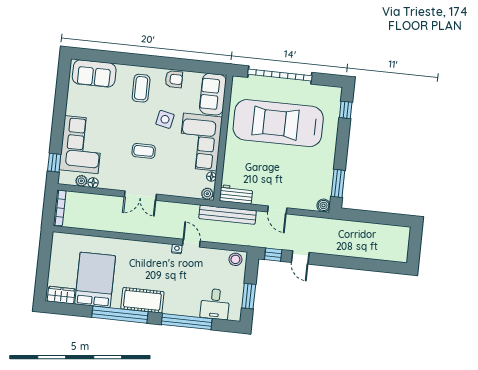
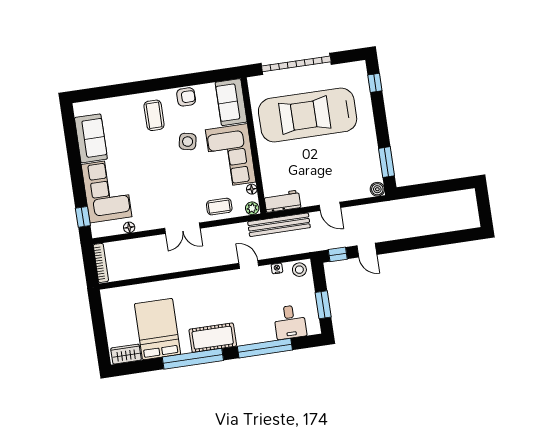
sofa: (94, 73) -> (91, 138), moved, turned -90
coffee table: (144, 151) -> (219, 207), moved
plant: (81, 181) -> (116, 229), removed
nightstand: (177, 249) -> (277, 268), moved

